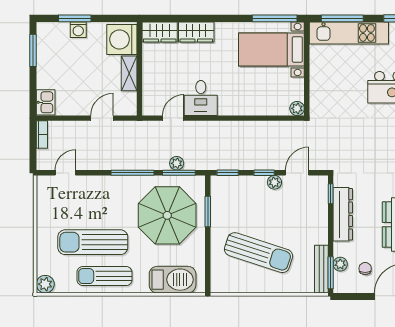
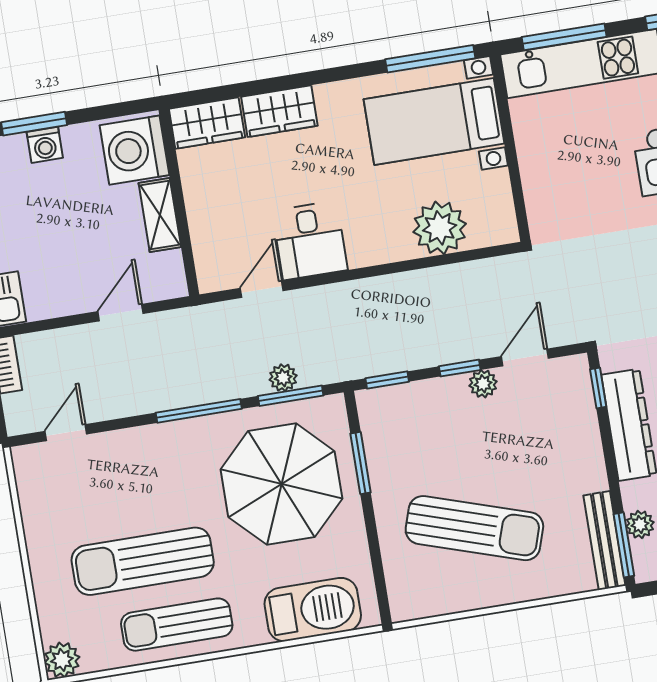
plant: (297, 108) -> (440, 228), moved, width x1.87, depth x1.87

